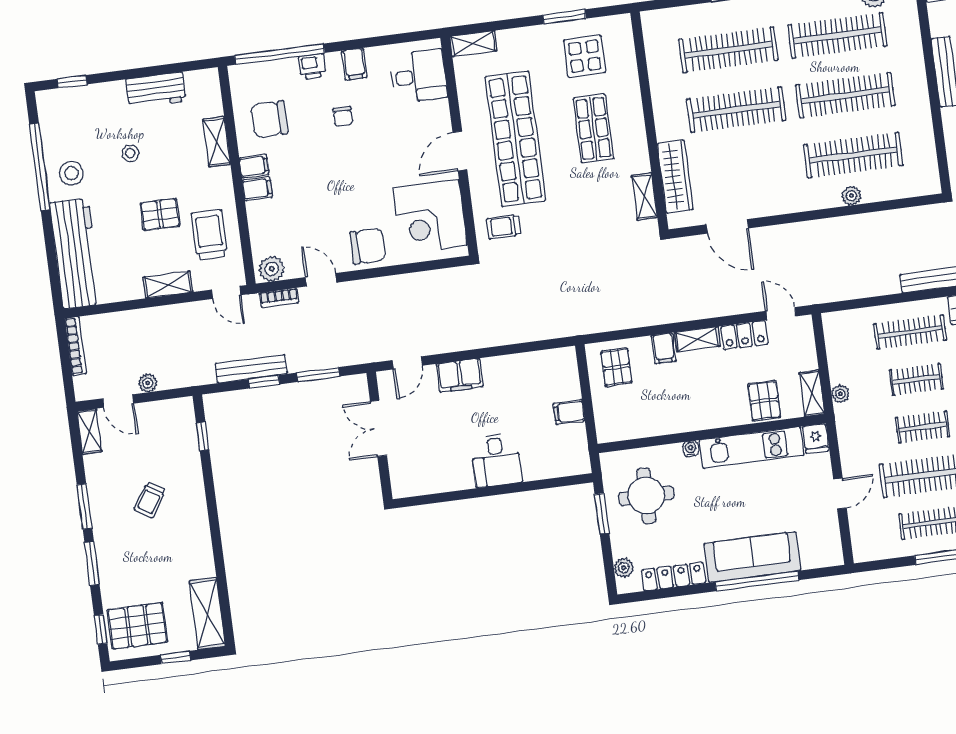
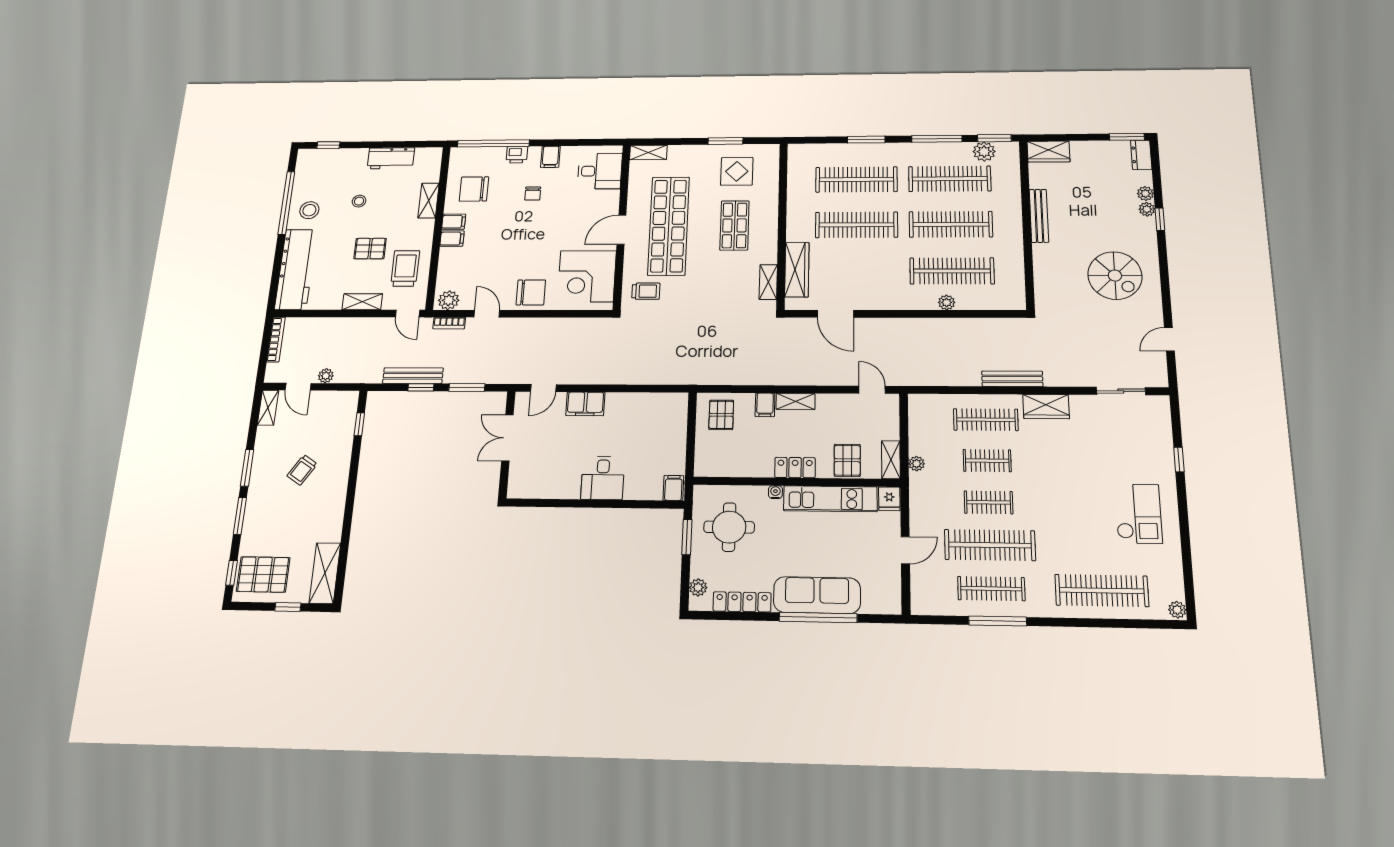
trolley: (504, 227) -> (646, 291), turned 180
locker: (744, 335) -> (795, 468), moved, turned 180
filing cabinet: (569, 412) -> (673, 488), moved, turned 90

